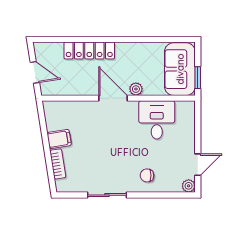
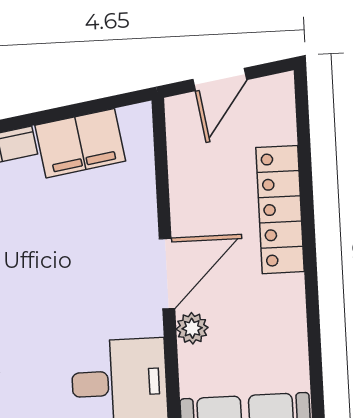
filing cabinet: (59, 139) -> (80, 143), width x2.00

